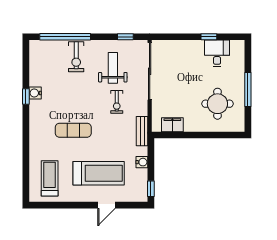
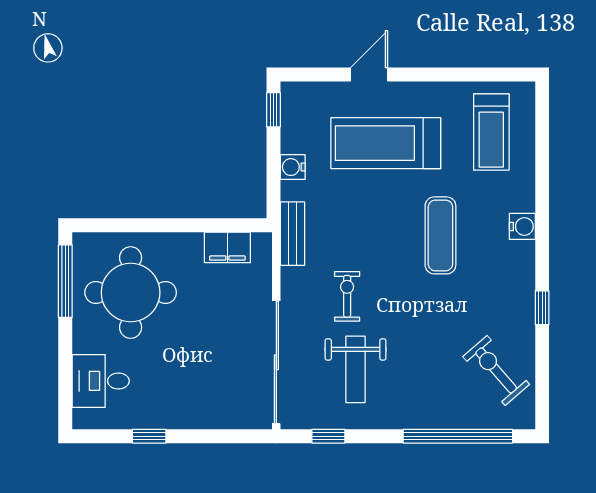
desk: (217, 53) -> (101, 381), moved, turned 90
exercise bike: (76, 57) -> (496, 370), moved, turned -41
window: (248, 90) -> (65, 281), moved
water cooler: (35, 93) -> (522, 226), moved
round table: (217, 104) -> (131, 293), width x1.36, depth x1.36
exercise mat: (73, 130) -> (440, 235), turned 90

